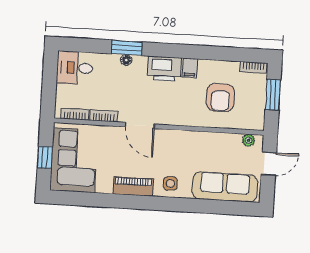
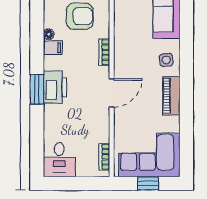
window: (127, 48) -> (37, 89), moved
floor lamp: (126, 60) -> (49, 34), moved
printer: (164, 69) -> (55, 87), moved
bookcase: (104, 116) -> (104, 52), moved

